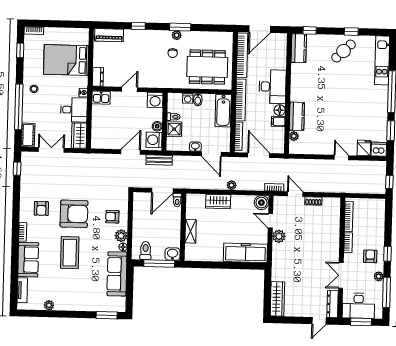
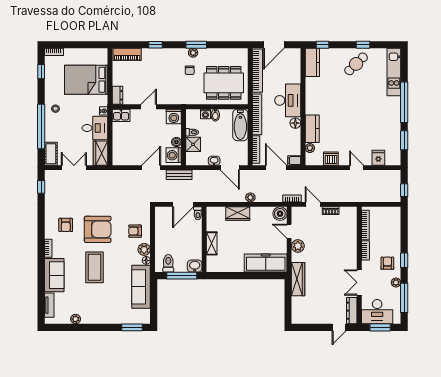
filing cabinet: (278, 121) -> (294, 160), moved
dishwasher: (379, 149) -> (331, 159), moved
wardrobe: (277, 299) -> (298, 279), moved

